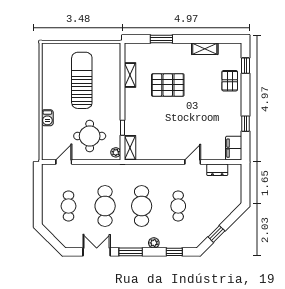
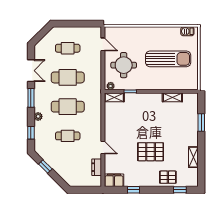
pallet: (168, 85) -> (151, 152), moved, turned 90
barbecue: (47, 118) -> (187, 31), moved

